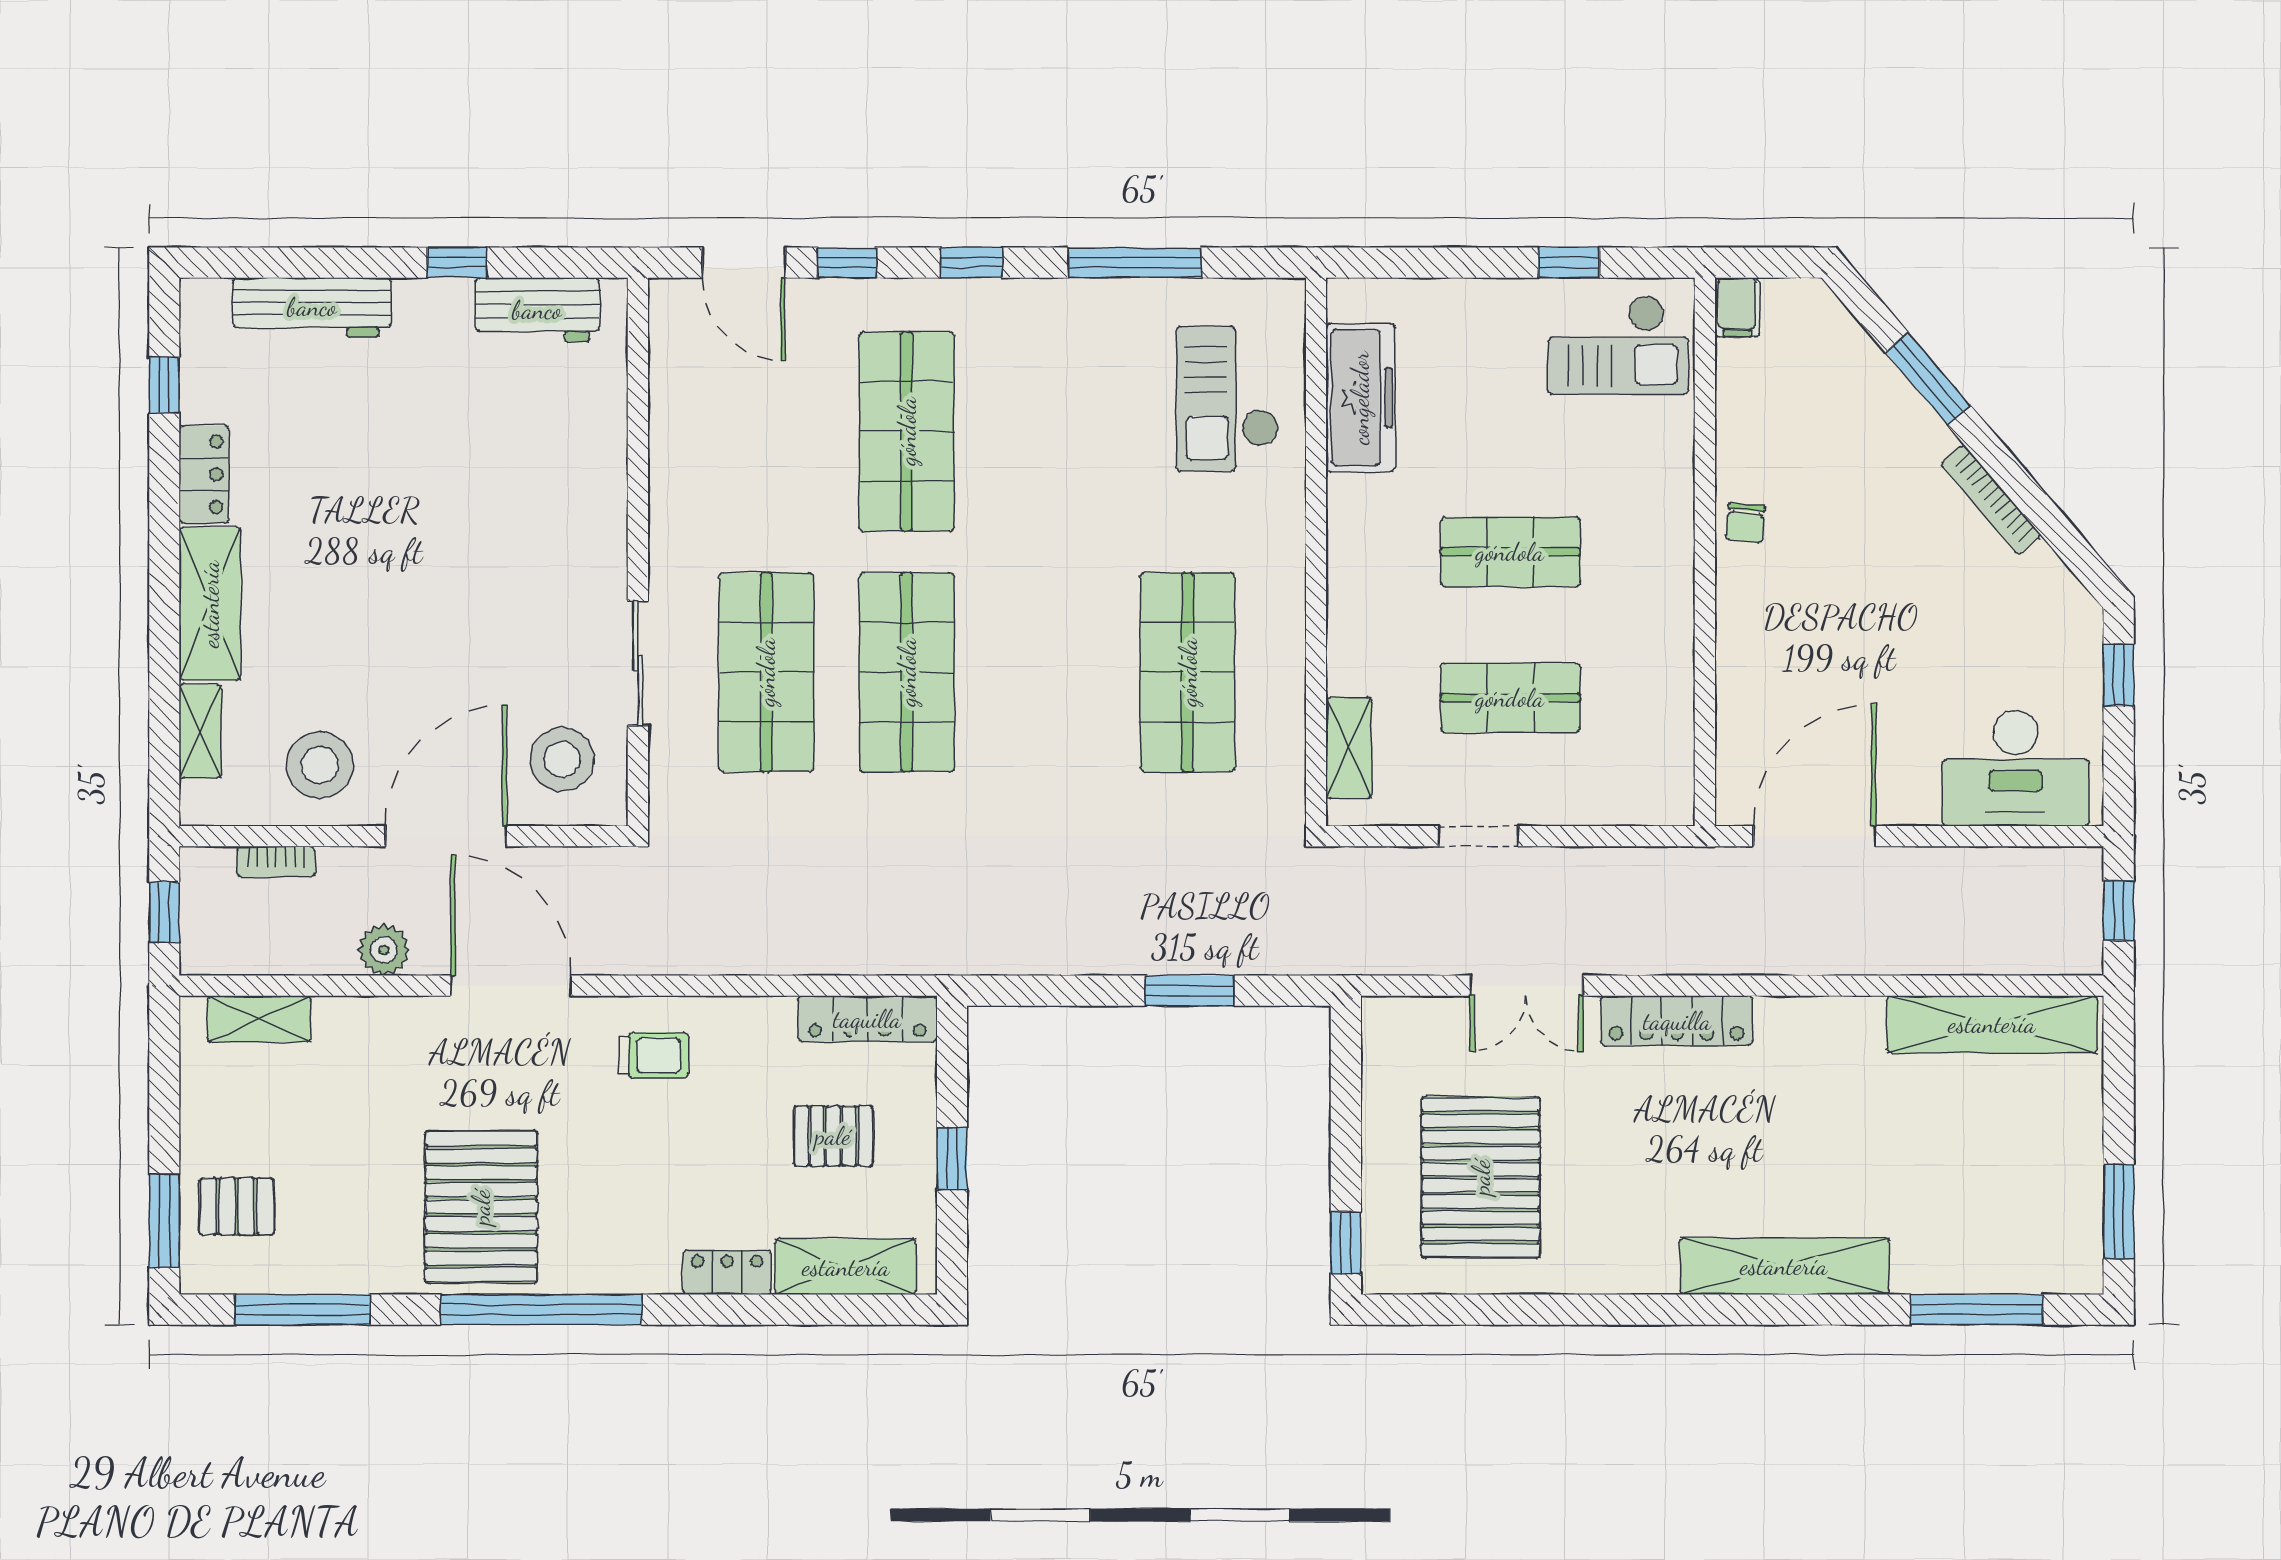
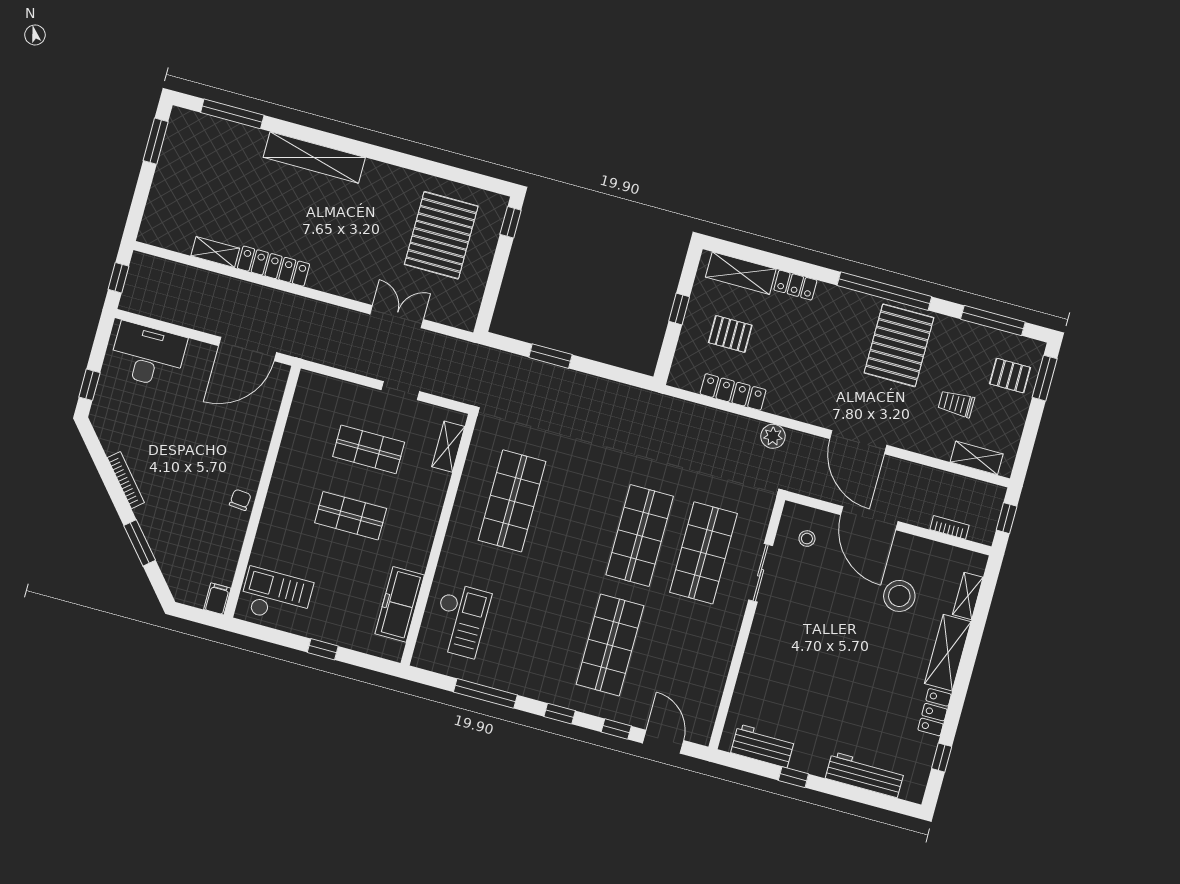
window: (1569, 263) -> (323, 649), moved
stool: (562, 759) -> (807, 539), width x0.53, depth x0.53
stool: (320, 765) -> (899, 596), moved
door: (446, 836) -> (869, 518), hinge flipped
plant: (384, 950) -> (773, 436), moved
locker: (867, 1019) -> (733, 392), moved
locker: (1677, 1021) -> (274, 266), moved
shelving: (1992, 1024) -> (215, 252), width x0.45, depth x0.75
trolley: (654, 1055) -> (956, 404), moved

